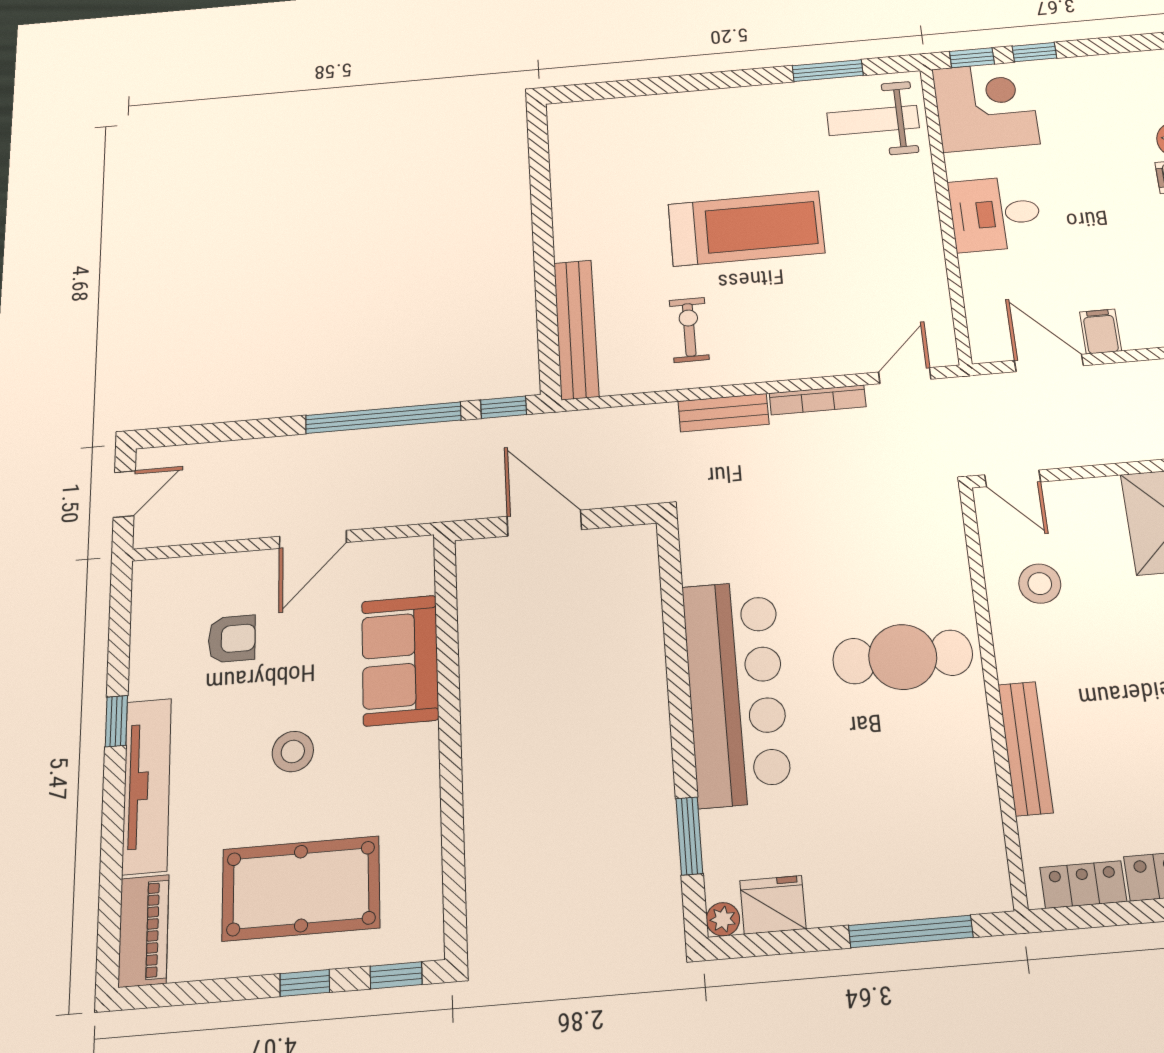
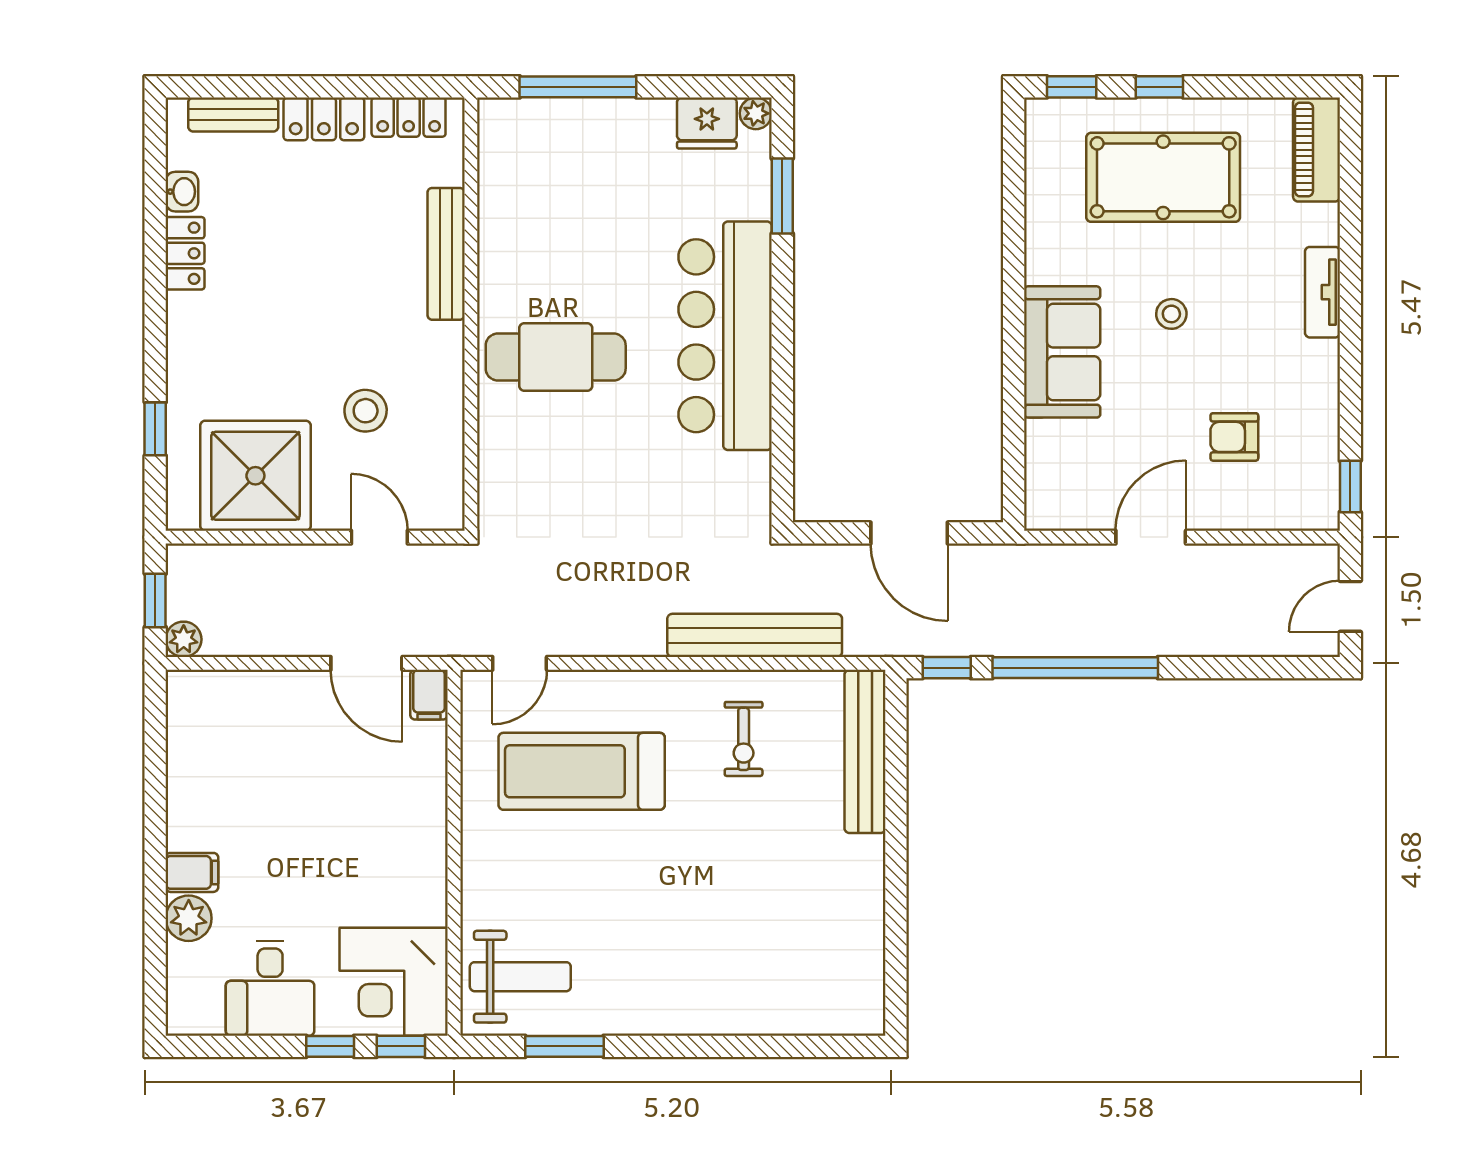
desk: (995, 214) -> (270, 988), moved, turned 90
treadmill: (746, 229) -> (582, 771), moved
filing cabinet: (1100, 331) -> (429, 695), moved
bookcase: (818, 400) -> (614, 644), removed
bench: (724, 413) -> (755, 635), width x1.86, depth x1.21
door: (1013, 478) -> (379, 537), moved
stool: (1040, 584) -> (366, 411), moved
sofa: (400, 660) -> (1062, 352), moved
window: (116, 721) -> (1350, 486), moved
stool: (293, 752) -> (1171, 314), width x0.73, depth x0.73
tv unit: (147, 786) -> (1322, 292), width x0.52, depth x0.78

